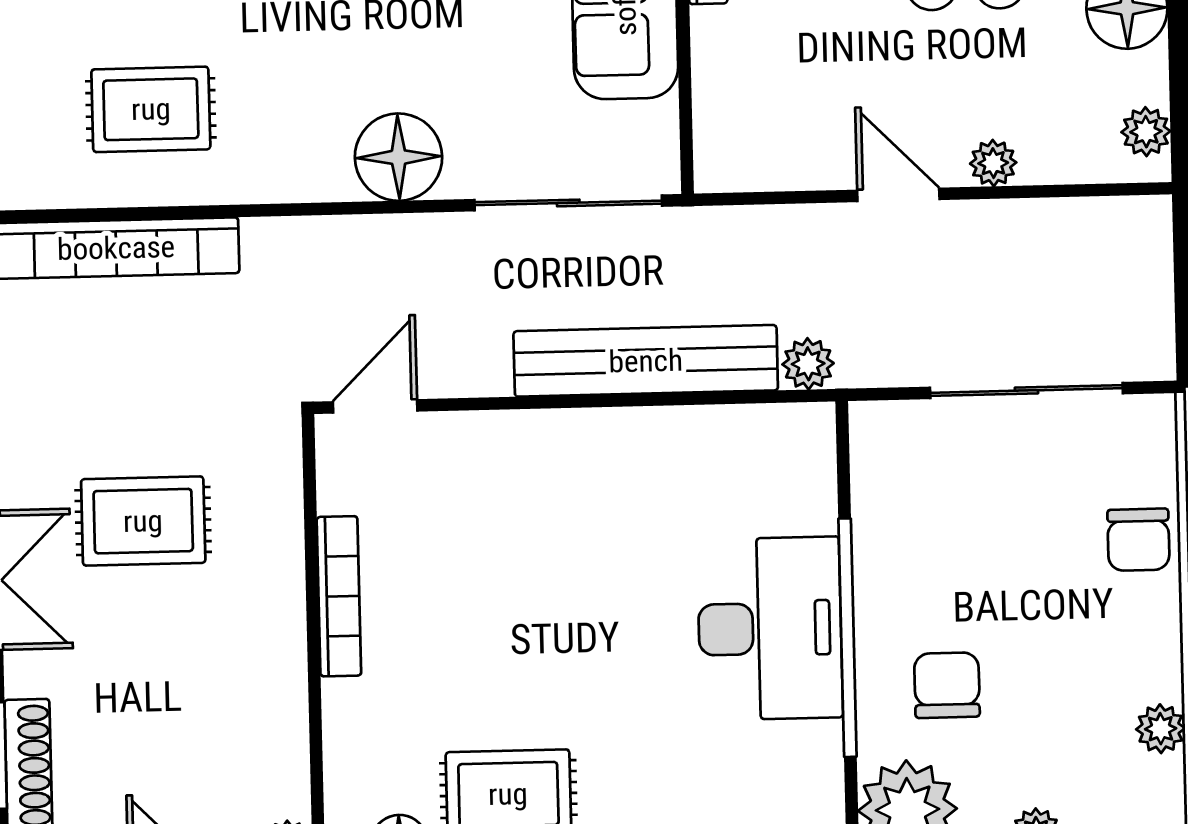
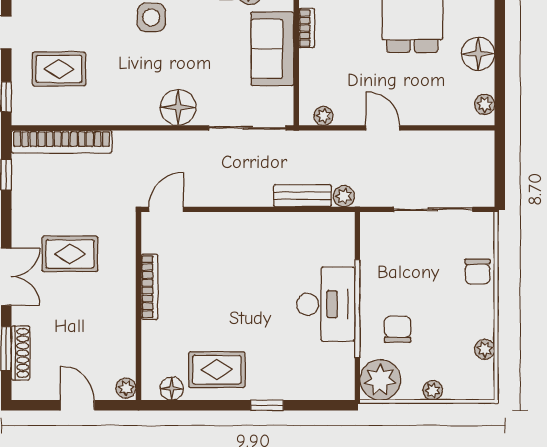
rug: (151, 109) -> (59, 69), moved
plant: (993, 163) -> (323, 116), moved
bench: (646, 361) -> (302, 196), width x0.54, depth x0.82

